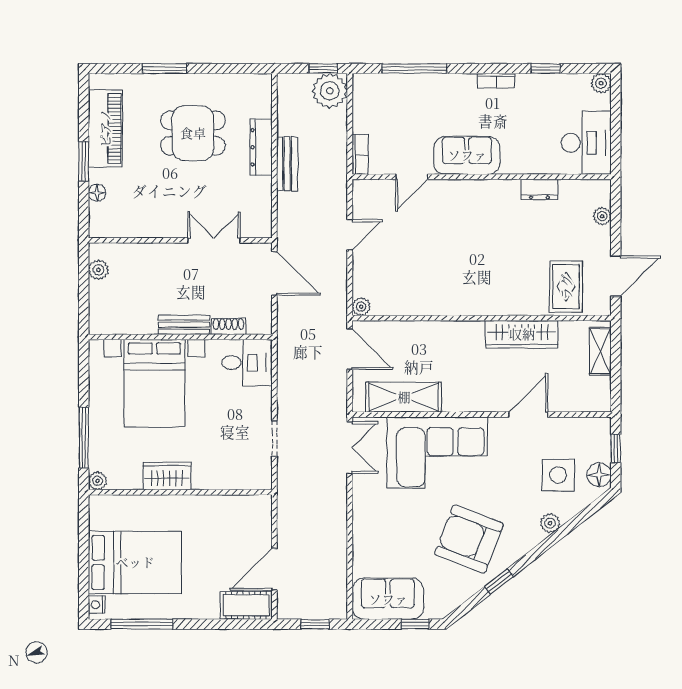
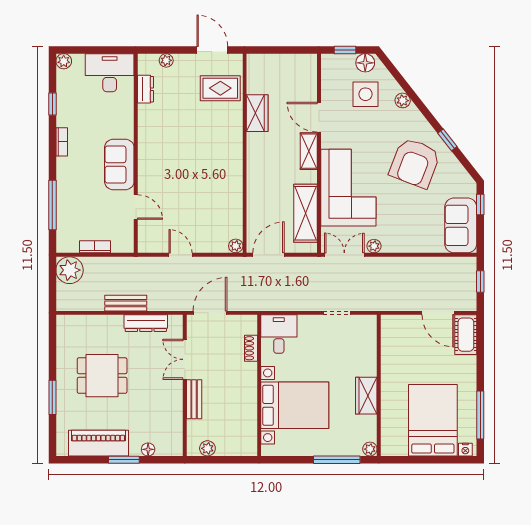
window: (323, 69) -> (52, 275), removed
dining table: (193, 133) -> (102, 376), turned 90
dresser: (261, 147) -> (146, 323), moved
bookcase: (360, 154) -> (95, 247), moved
dresser: (539, 189) -> (145, 89), moved
bench: (184, 325) -> (194, 399), moved
wardrobe: (522, 334) -> (257, 113), width x0.67
shelving: (600, 351) -> (309, 151), moved, turned 90
plant: (361, 486) -> (374, 246), added

